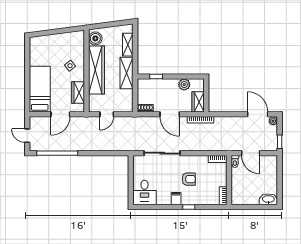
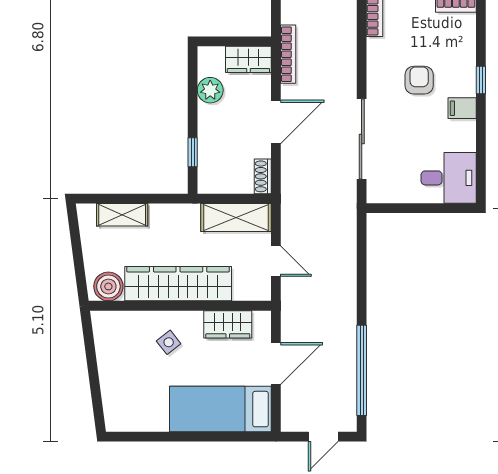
shelving: (127, 73) -> (236, 217), moved
door: (60, 114) -> (276, 364), hinge flipped

